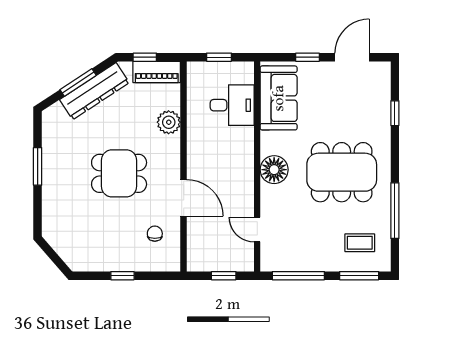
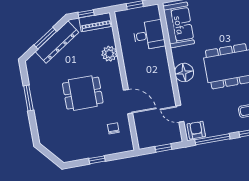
armchair: (277, 258) -> (196, 130), added

